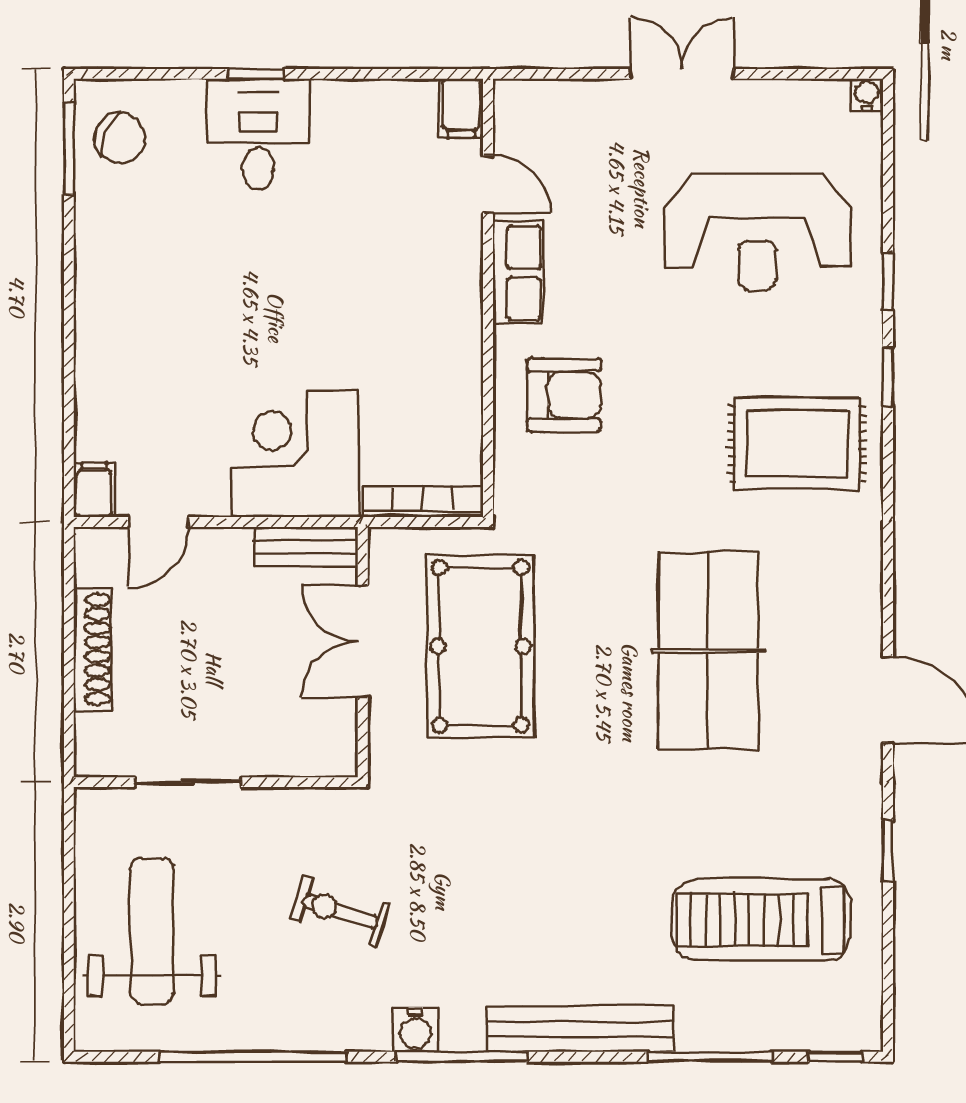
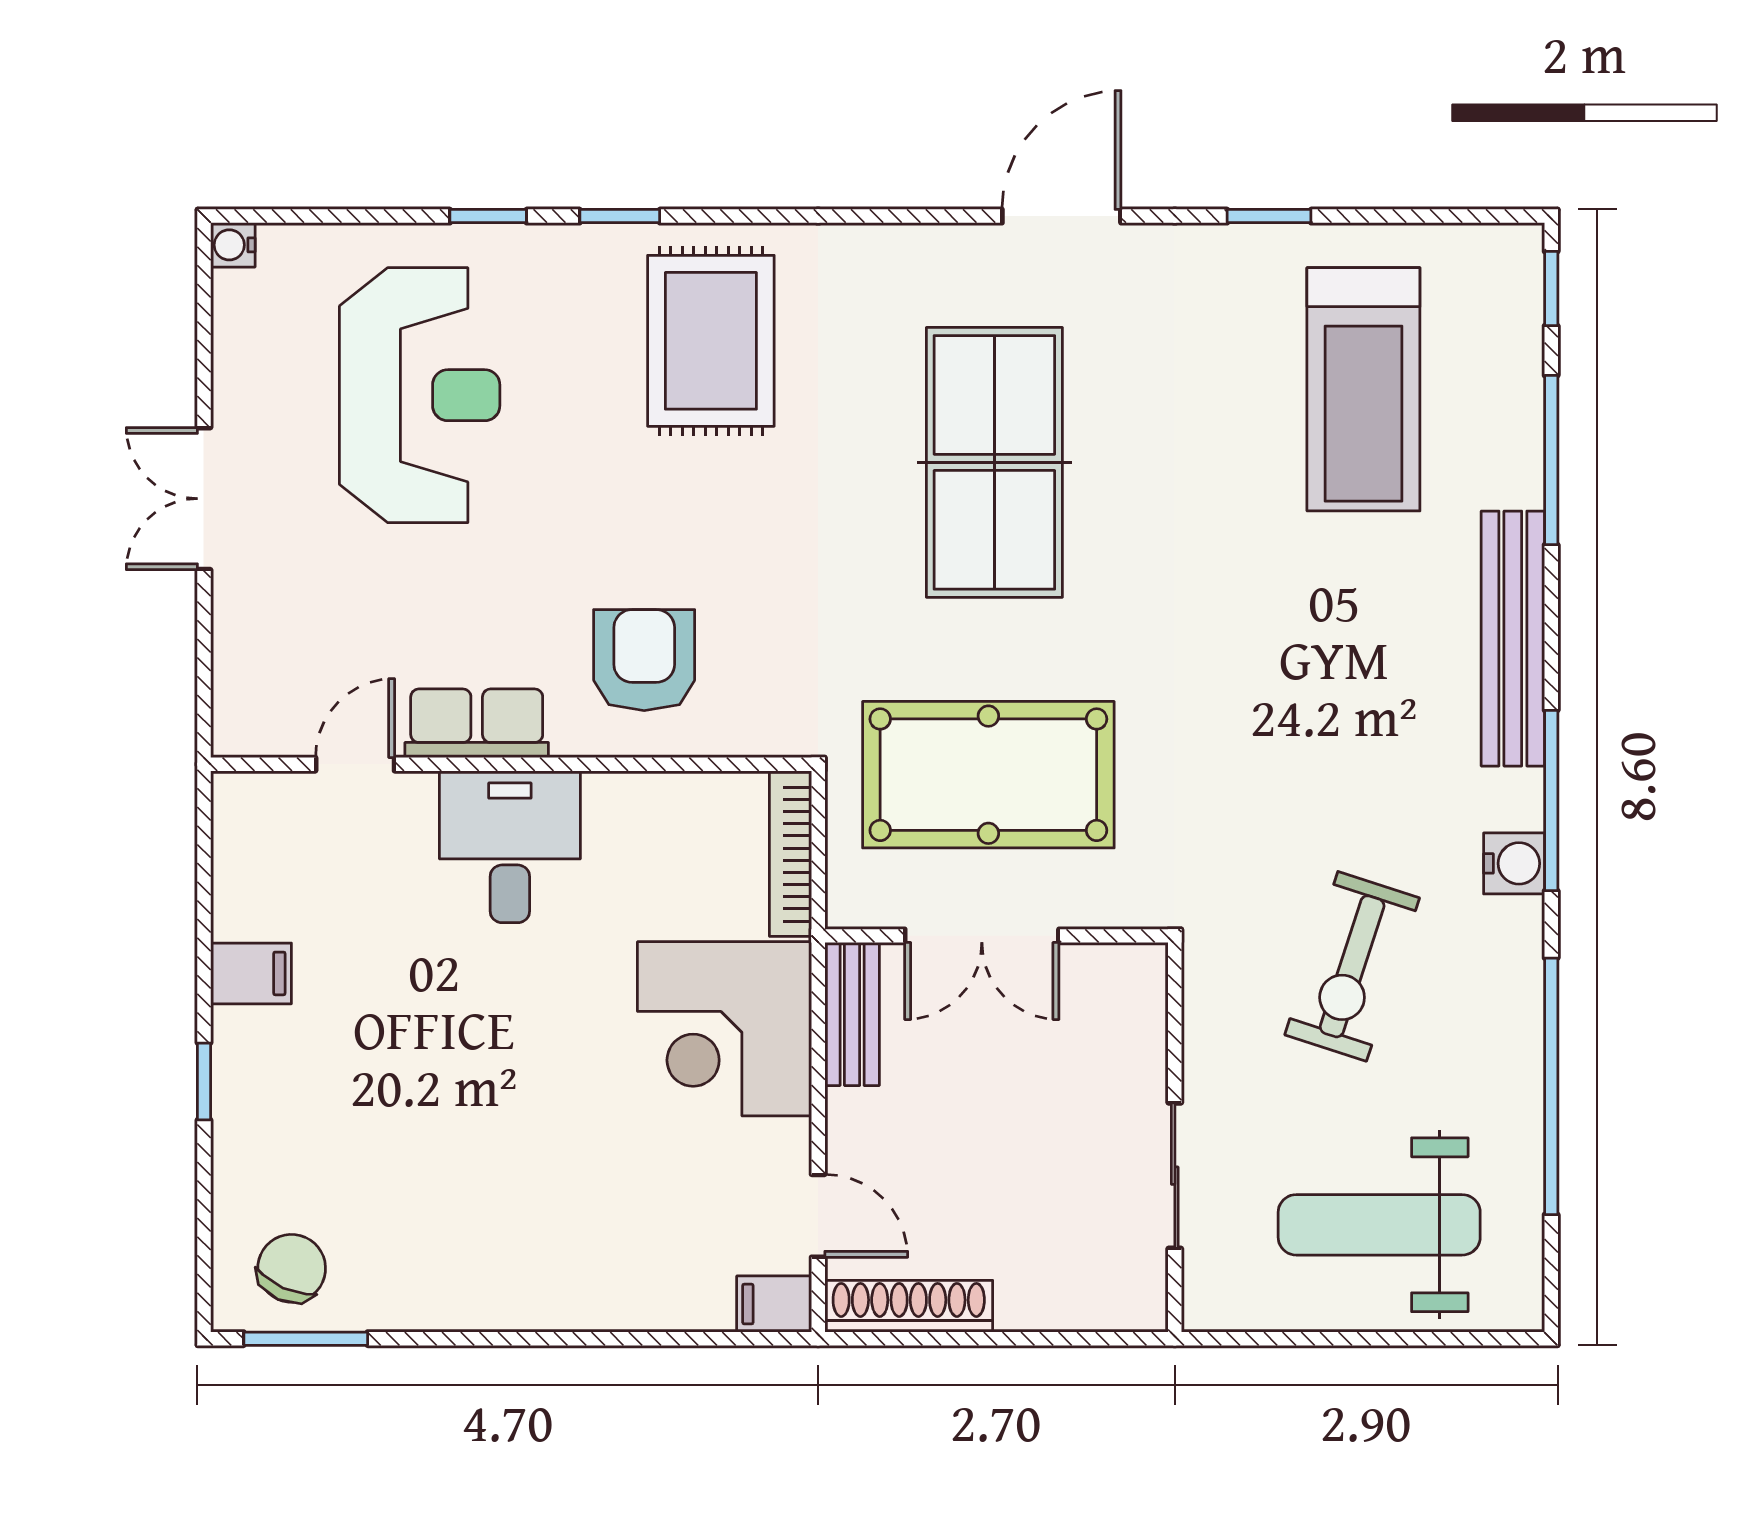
filing cabinet: (461, 108) -> (251, 973), moved
desk: (258, 134) -> (510, 847), moved, turned 90
shoe rack: (93, 649) -> (909, 1306), moved
table tennis table: (708, 651) -> (994, 462), turned 90
exercise bike: (341, 912) -> (1352, 966), width x1.38, depth x1.39

